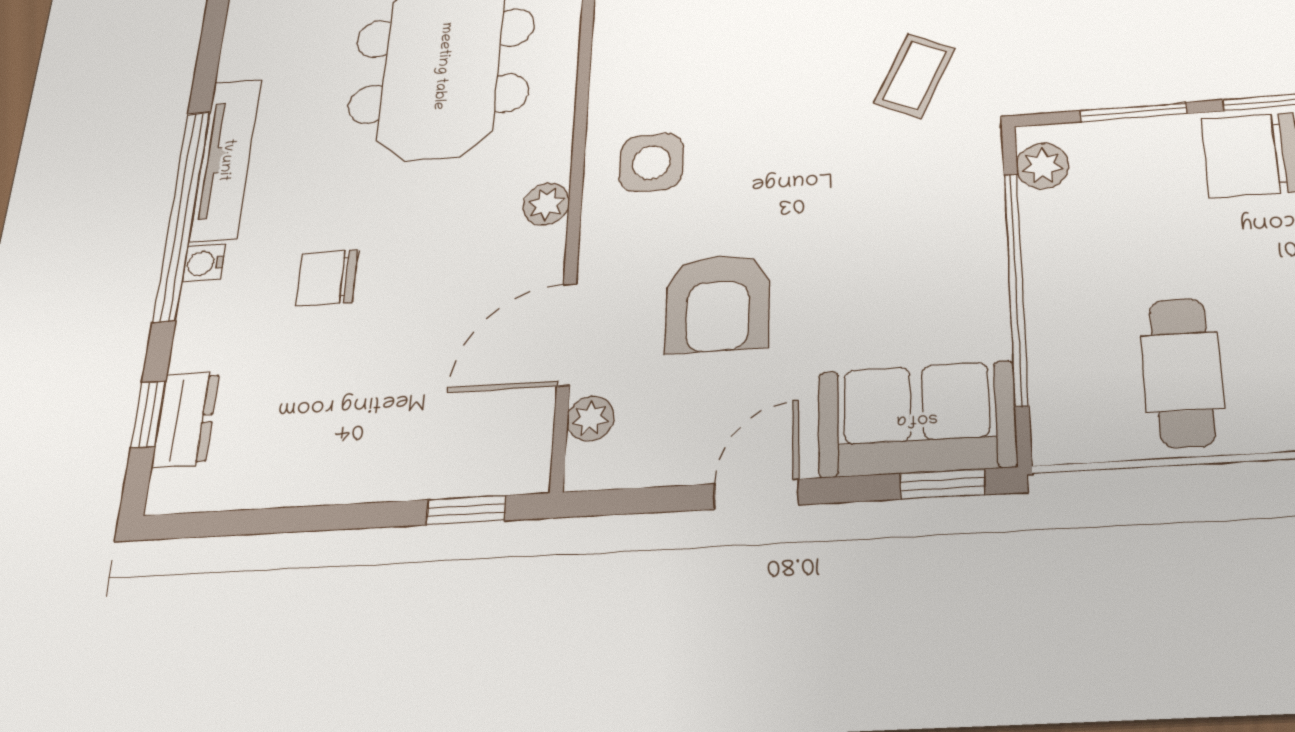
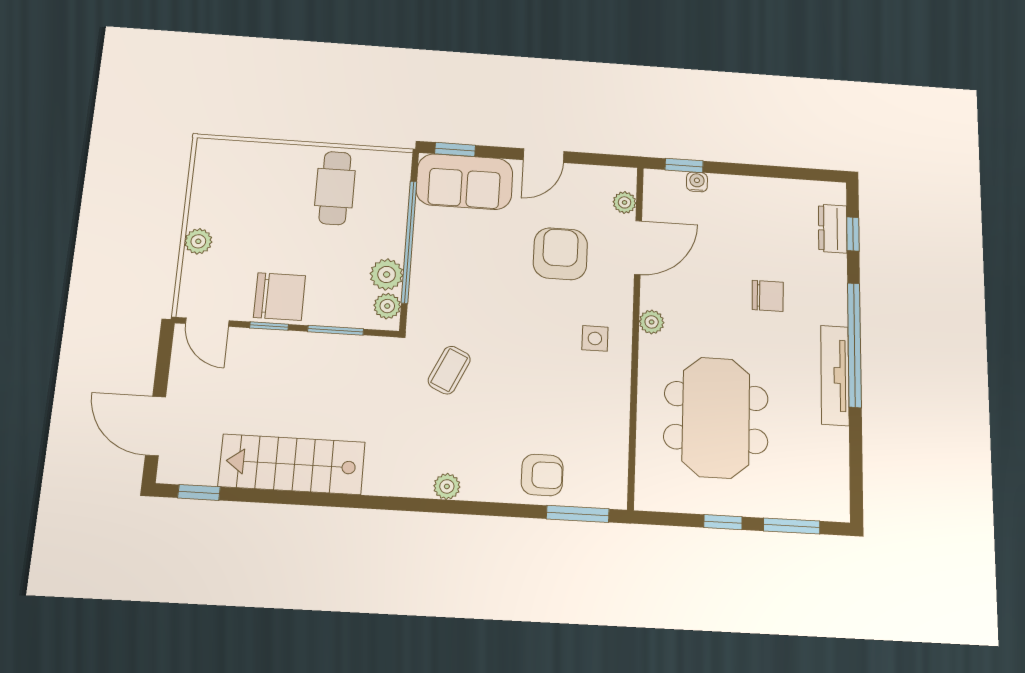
side table: (651, 162) -> (595, 338), width x0.73, depth x0.73
plant: (1052, 221) -> (387, 274), added
water cooler: (204, 263) -> (697, 182), moved, turned -90

